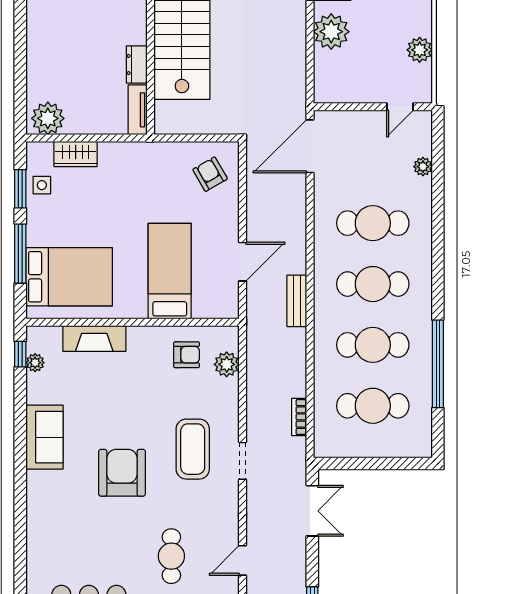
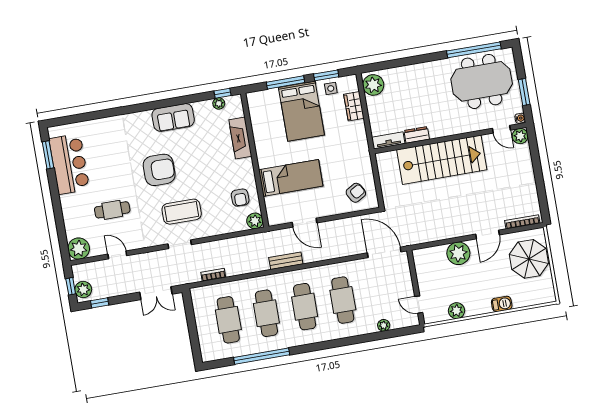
bed: (69, 277) -> (301, 111), moved
plant: (227, 364) -> (255, 221), moved

